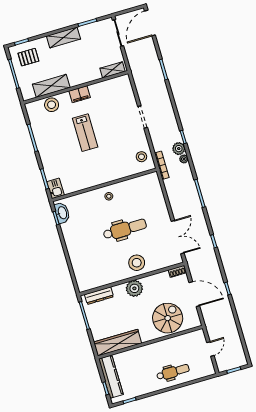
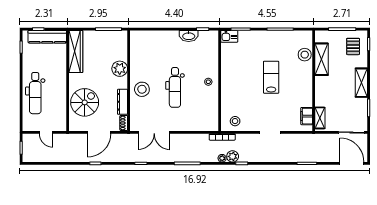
filing cabinet: (80, 94) -> (307, 116), moved
lab bench: (85, 133) -> (271, 77), turned 90
washbasin: (62, 213) -> (189, 36), moved
plant: (134, 288) -> (120, 69), moved
dresser: (99, 296) -> (122, 102), moved
spiral stairs: (168, 318) -> (85, 102), turned -90
dental chair: (173, 372) -> (35, 93), width x1.36, depth x1.38

